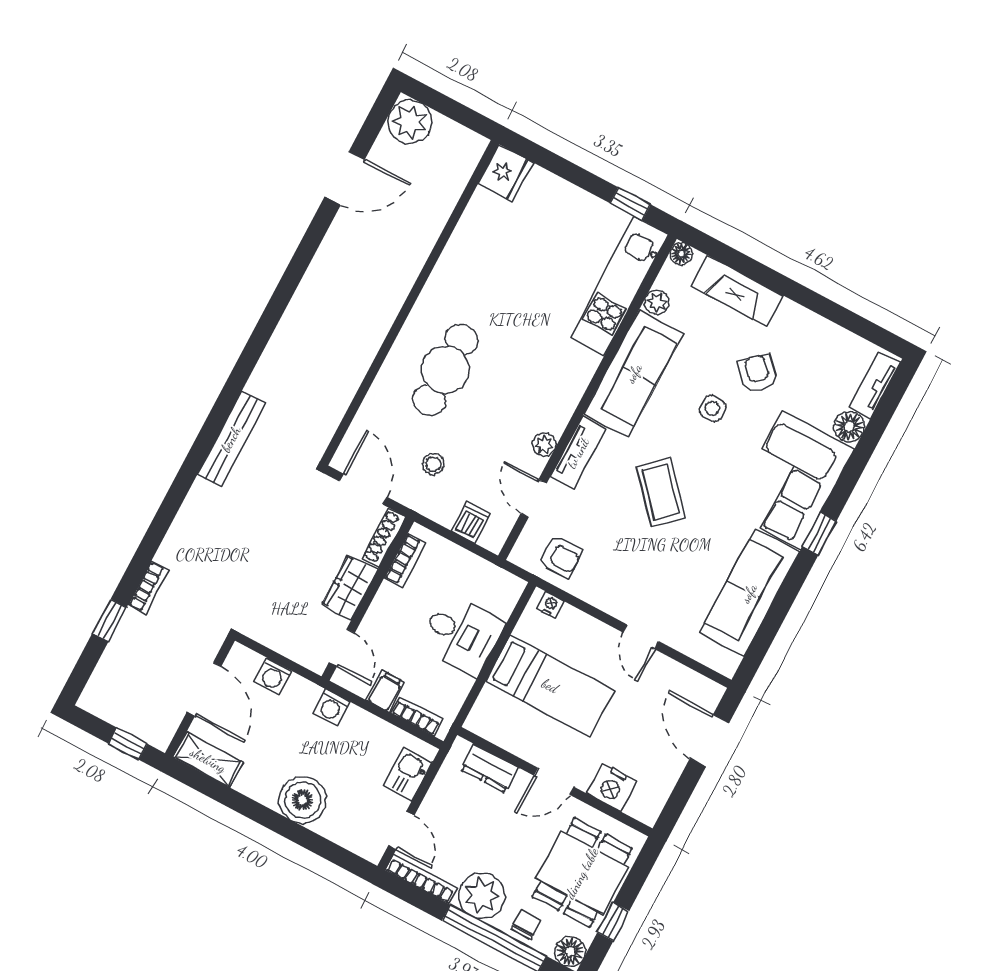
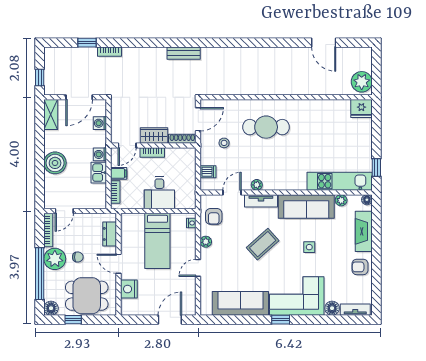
plant: (410, 122) -> (362, 82), moved
armchair: (758, 373) -> (360, 267), moved, turned -136
bench: (231, 439) -> (184, 53), width x0.73
bookcase: (405, 560) -> (152, 152), moved
plant: (600, 596) -> (206, 242), added
kitchen sink: (408, 774) -> (99, 173), moved, turned -90
chair: (526, 924) -> (78, 257), moved

